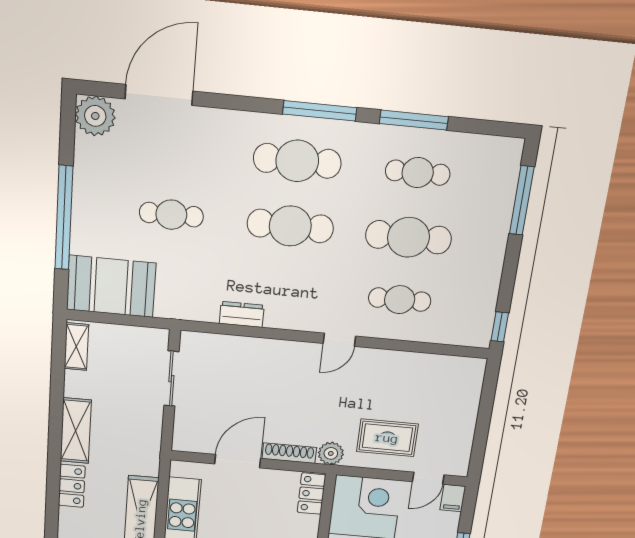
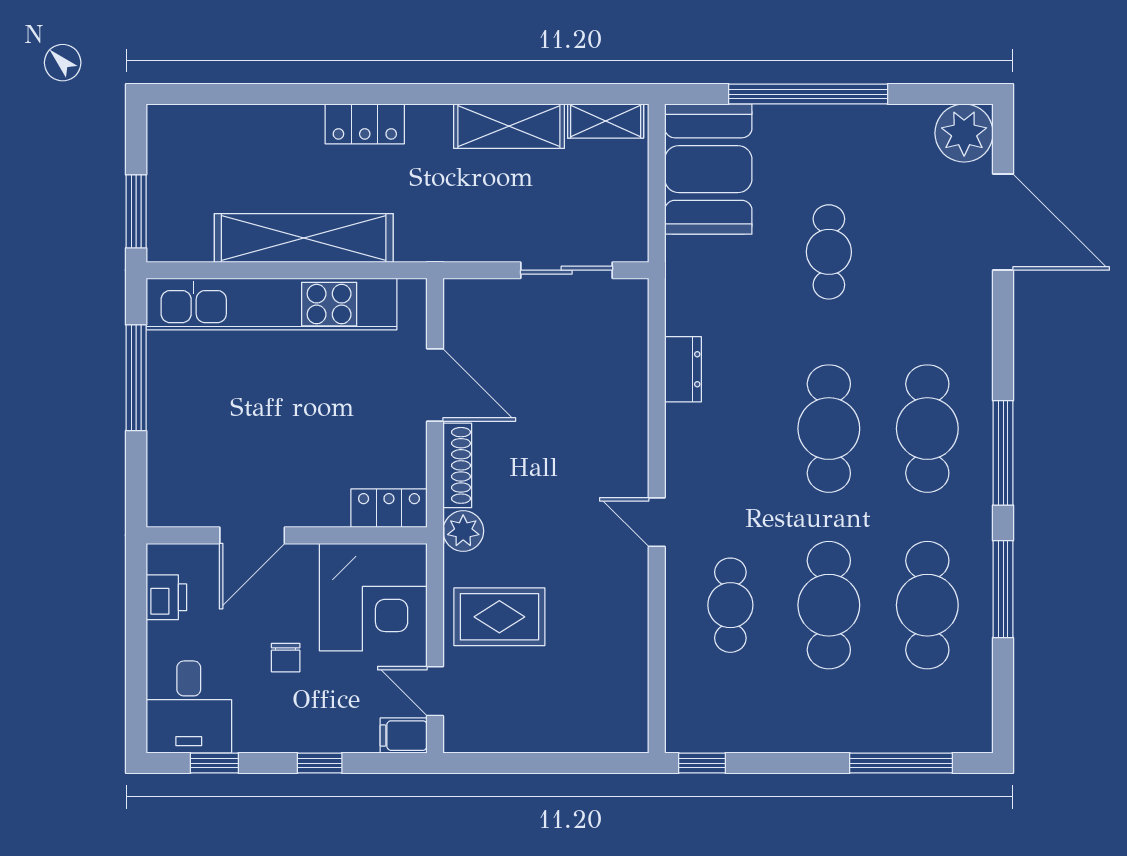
cafe table: (418, 173) -> (927, 605), width x1.37, depth x1.35
shelving: (76, 431) -> (509, 126), moved
rug: (387, 438) -> (499, 617), turned 90

